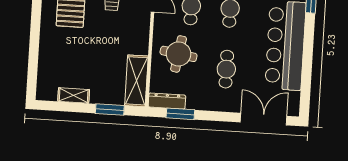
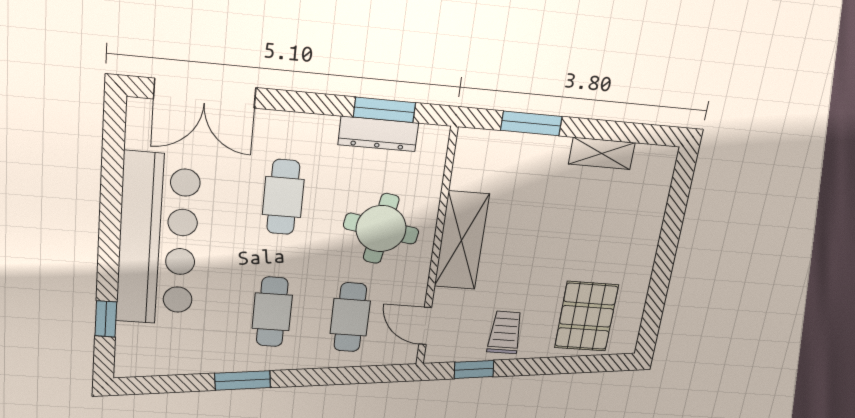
shelving: (136, 81) -> (462, 240), moved
dresser: (167, 101) -> (378, 134), moved

